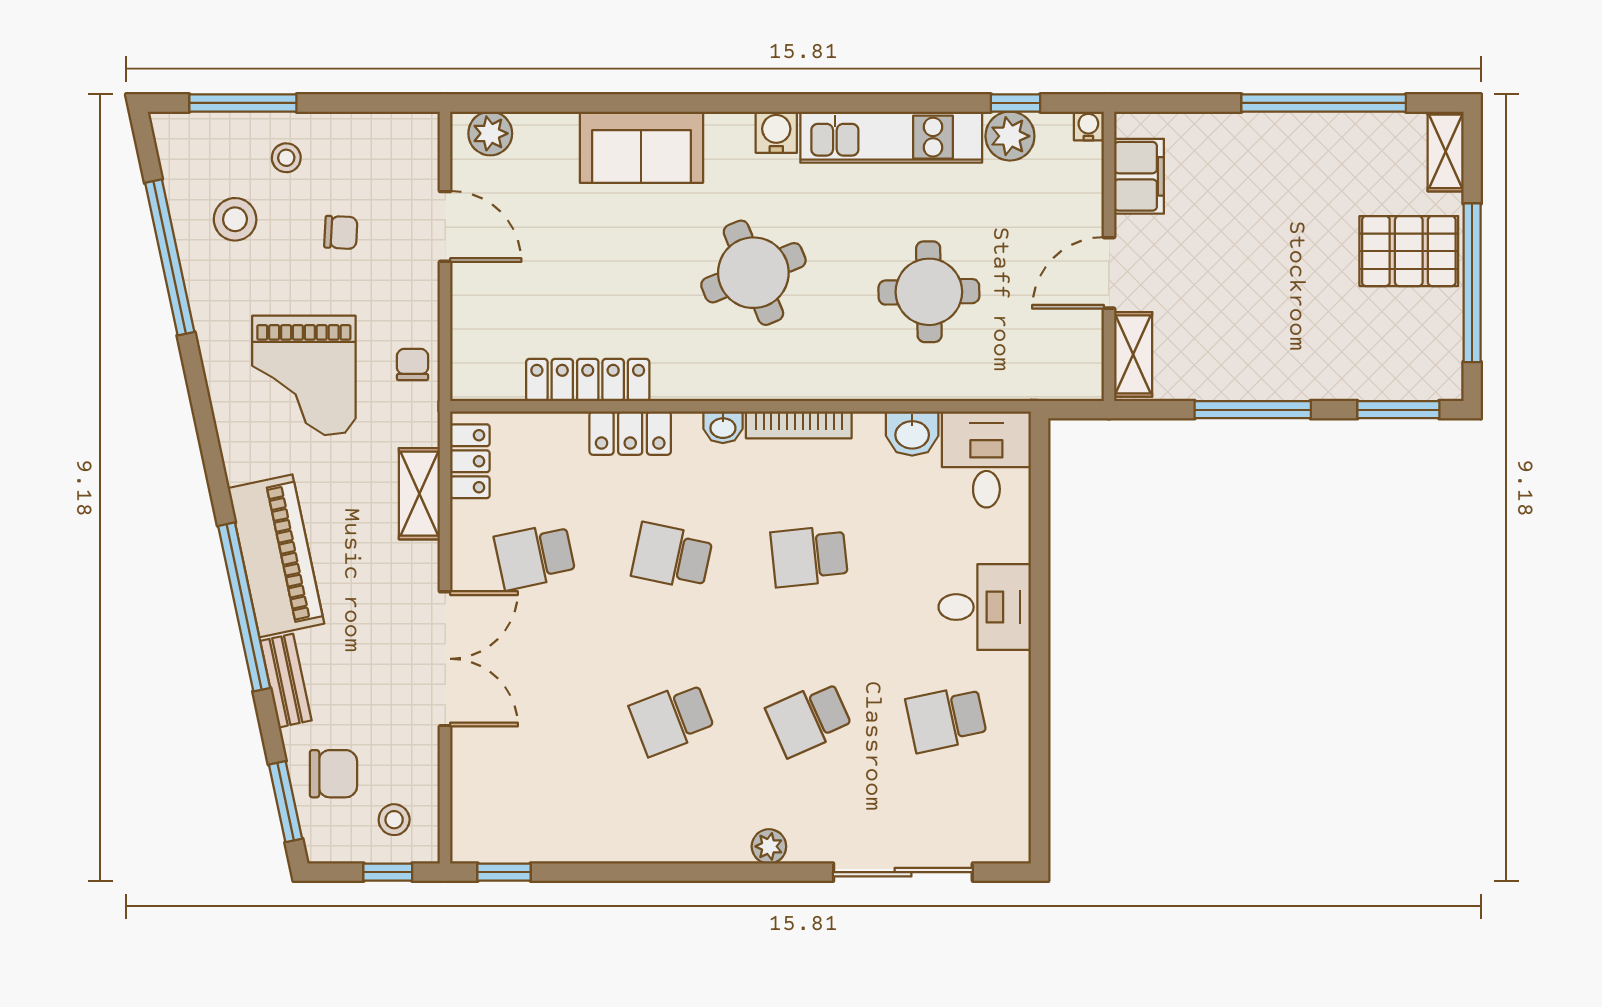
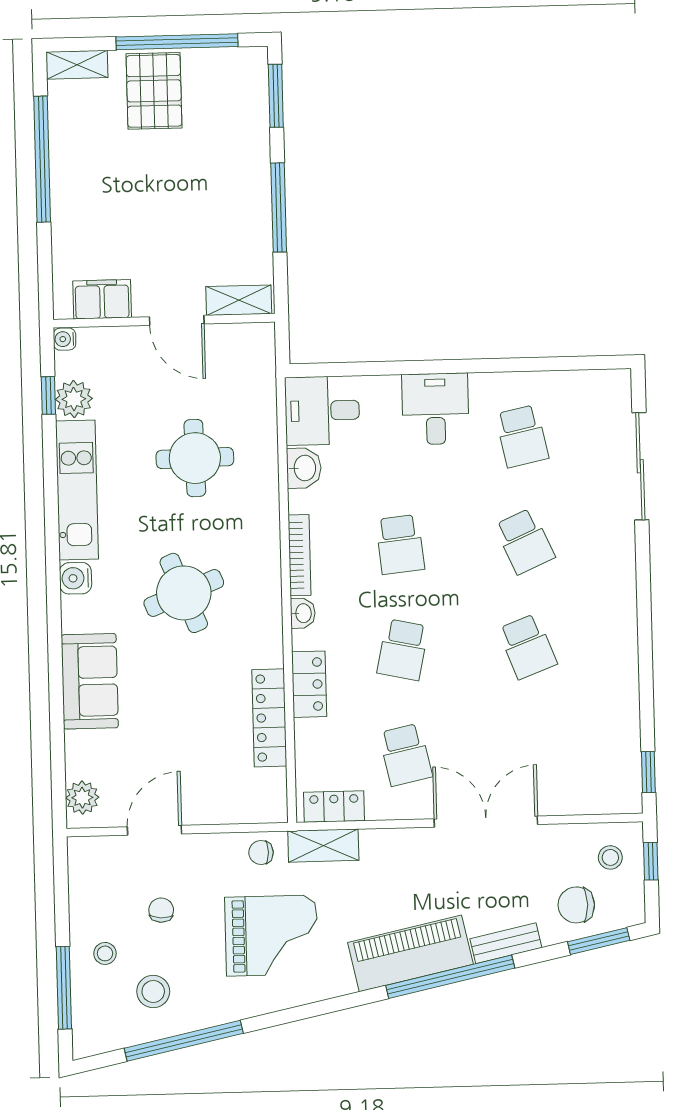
shelving: (419, 494) -> (323, 846), moved
chair: (333, 774) -> (576, 905), turned -90
plant: (769, 846) -> (623, 570), removed

